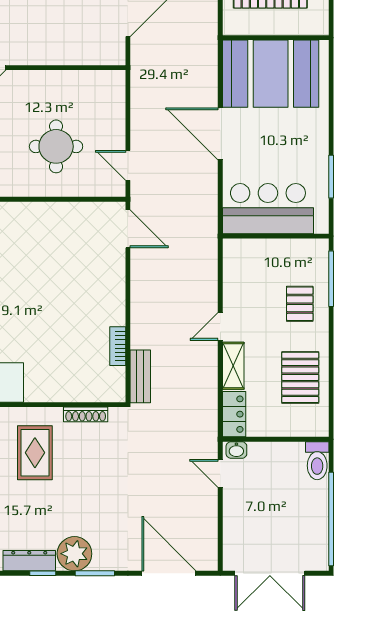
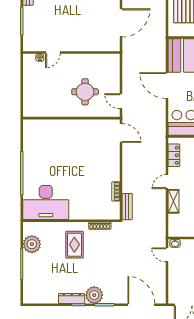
locker: (234, 414) -> (174, 155), moved

